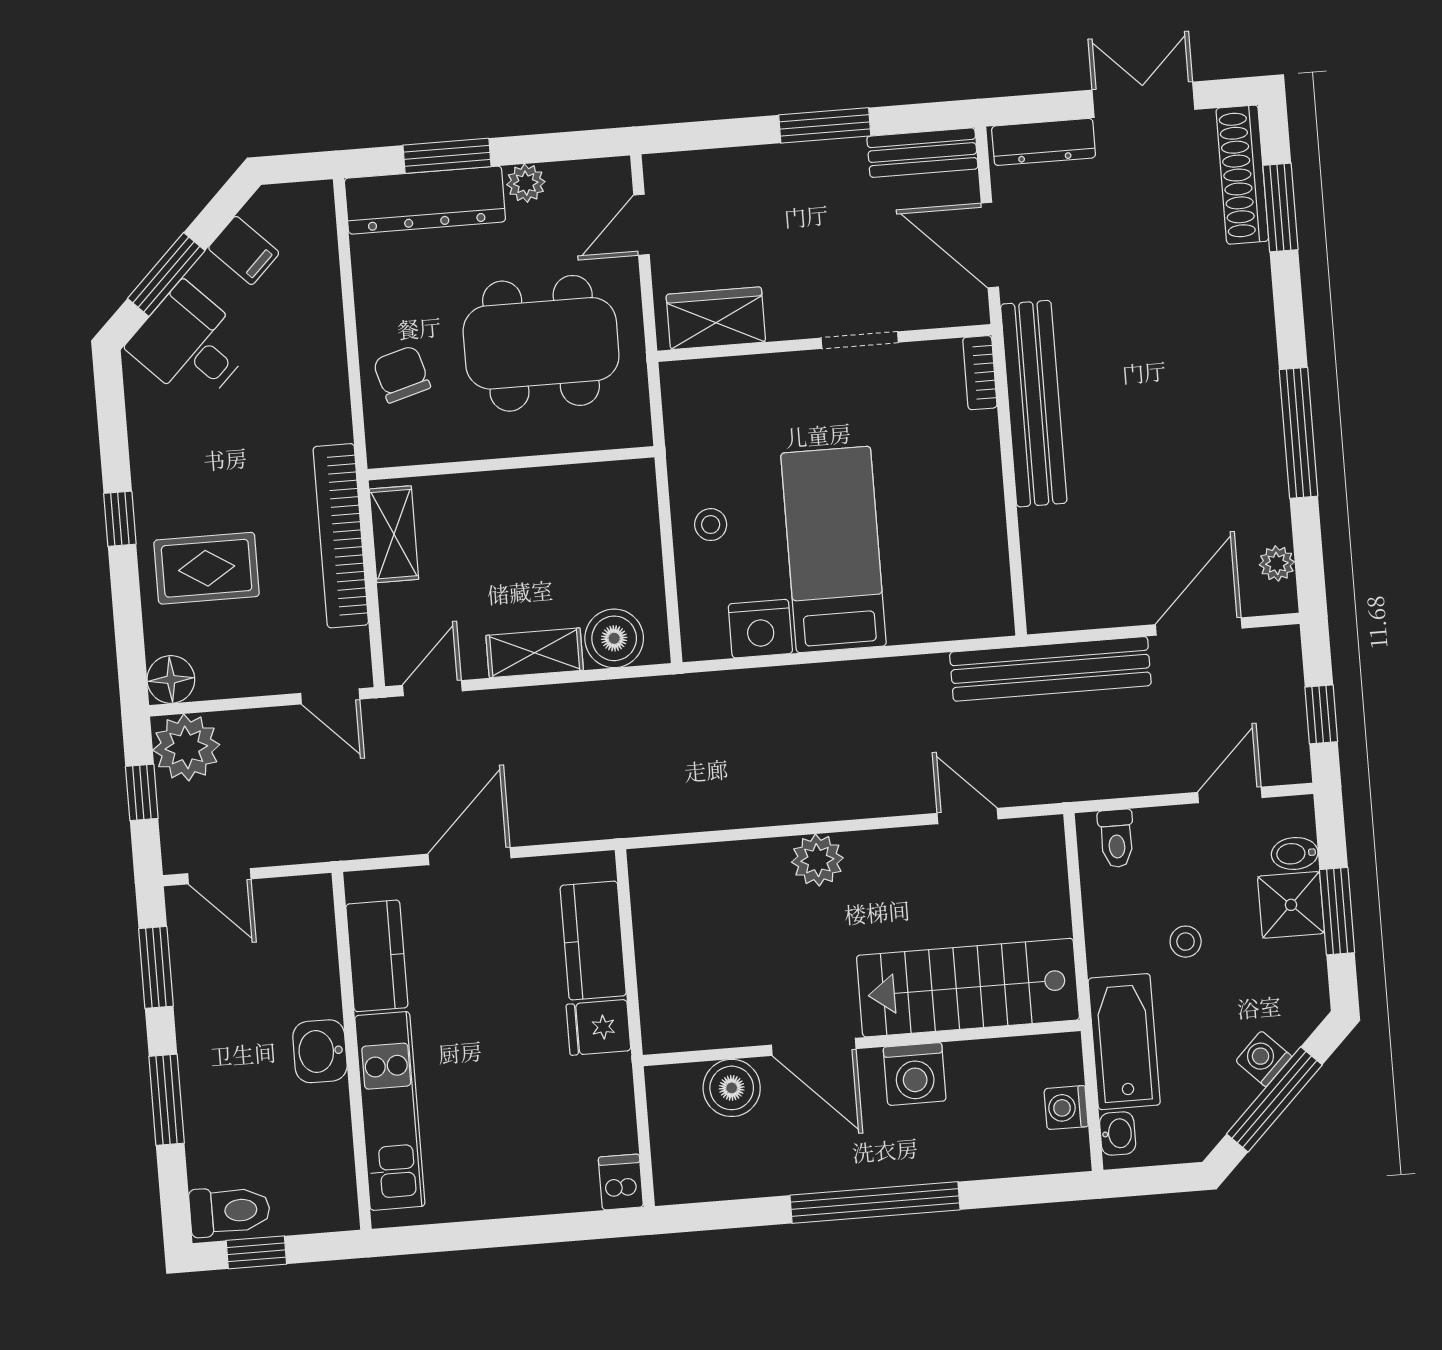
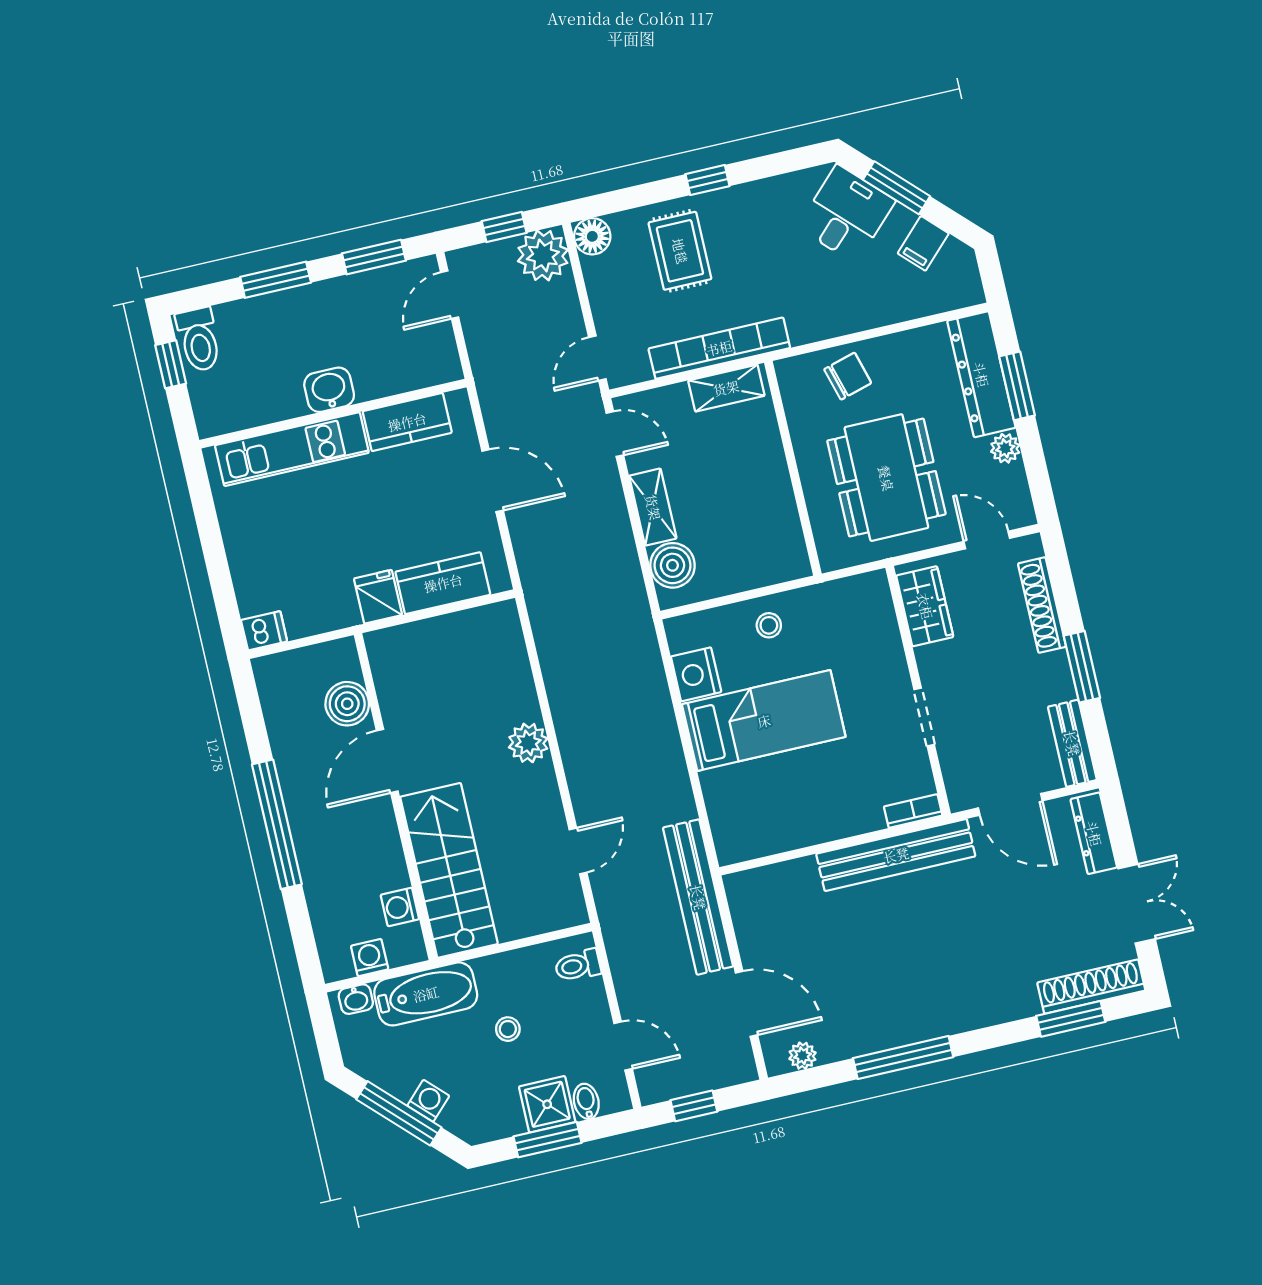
shoe rack: (737, 165) -> (1042, 605), added
door: (990, 245) -> (1010, 804), swing flipped
washing machine: (915, 1074) -> (400, 907), moved, width x0.73, depth x0.73

